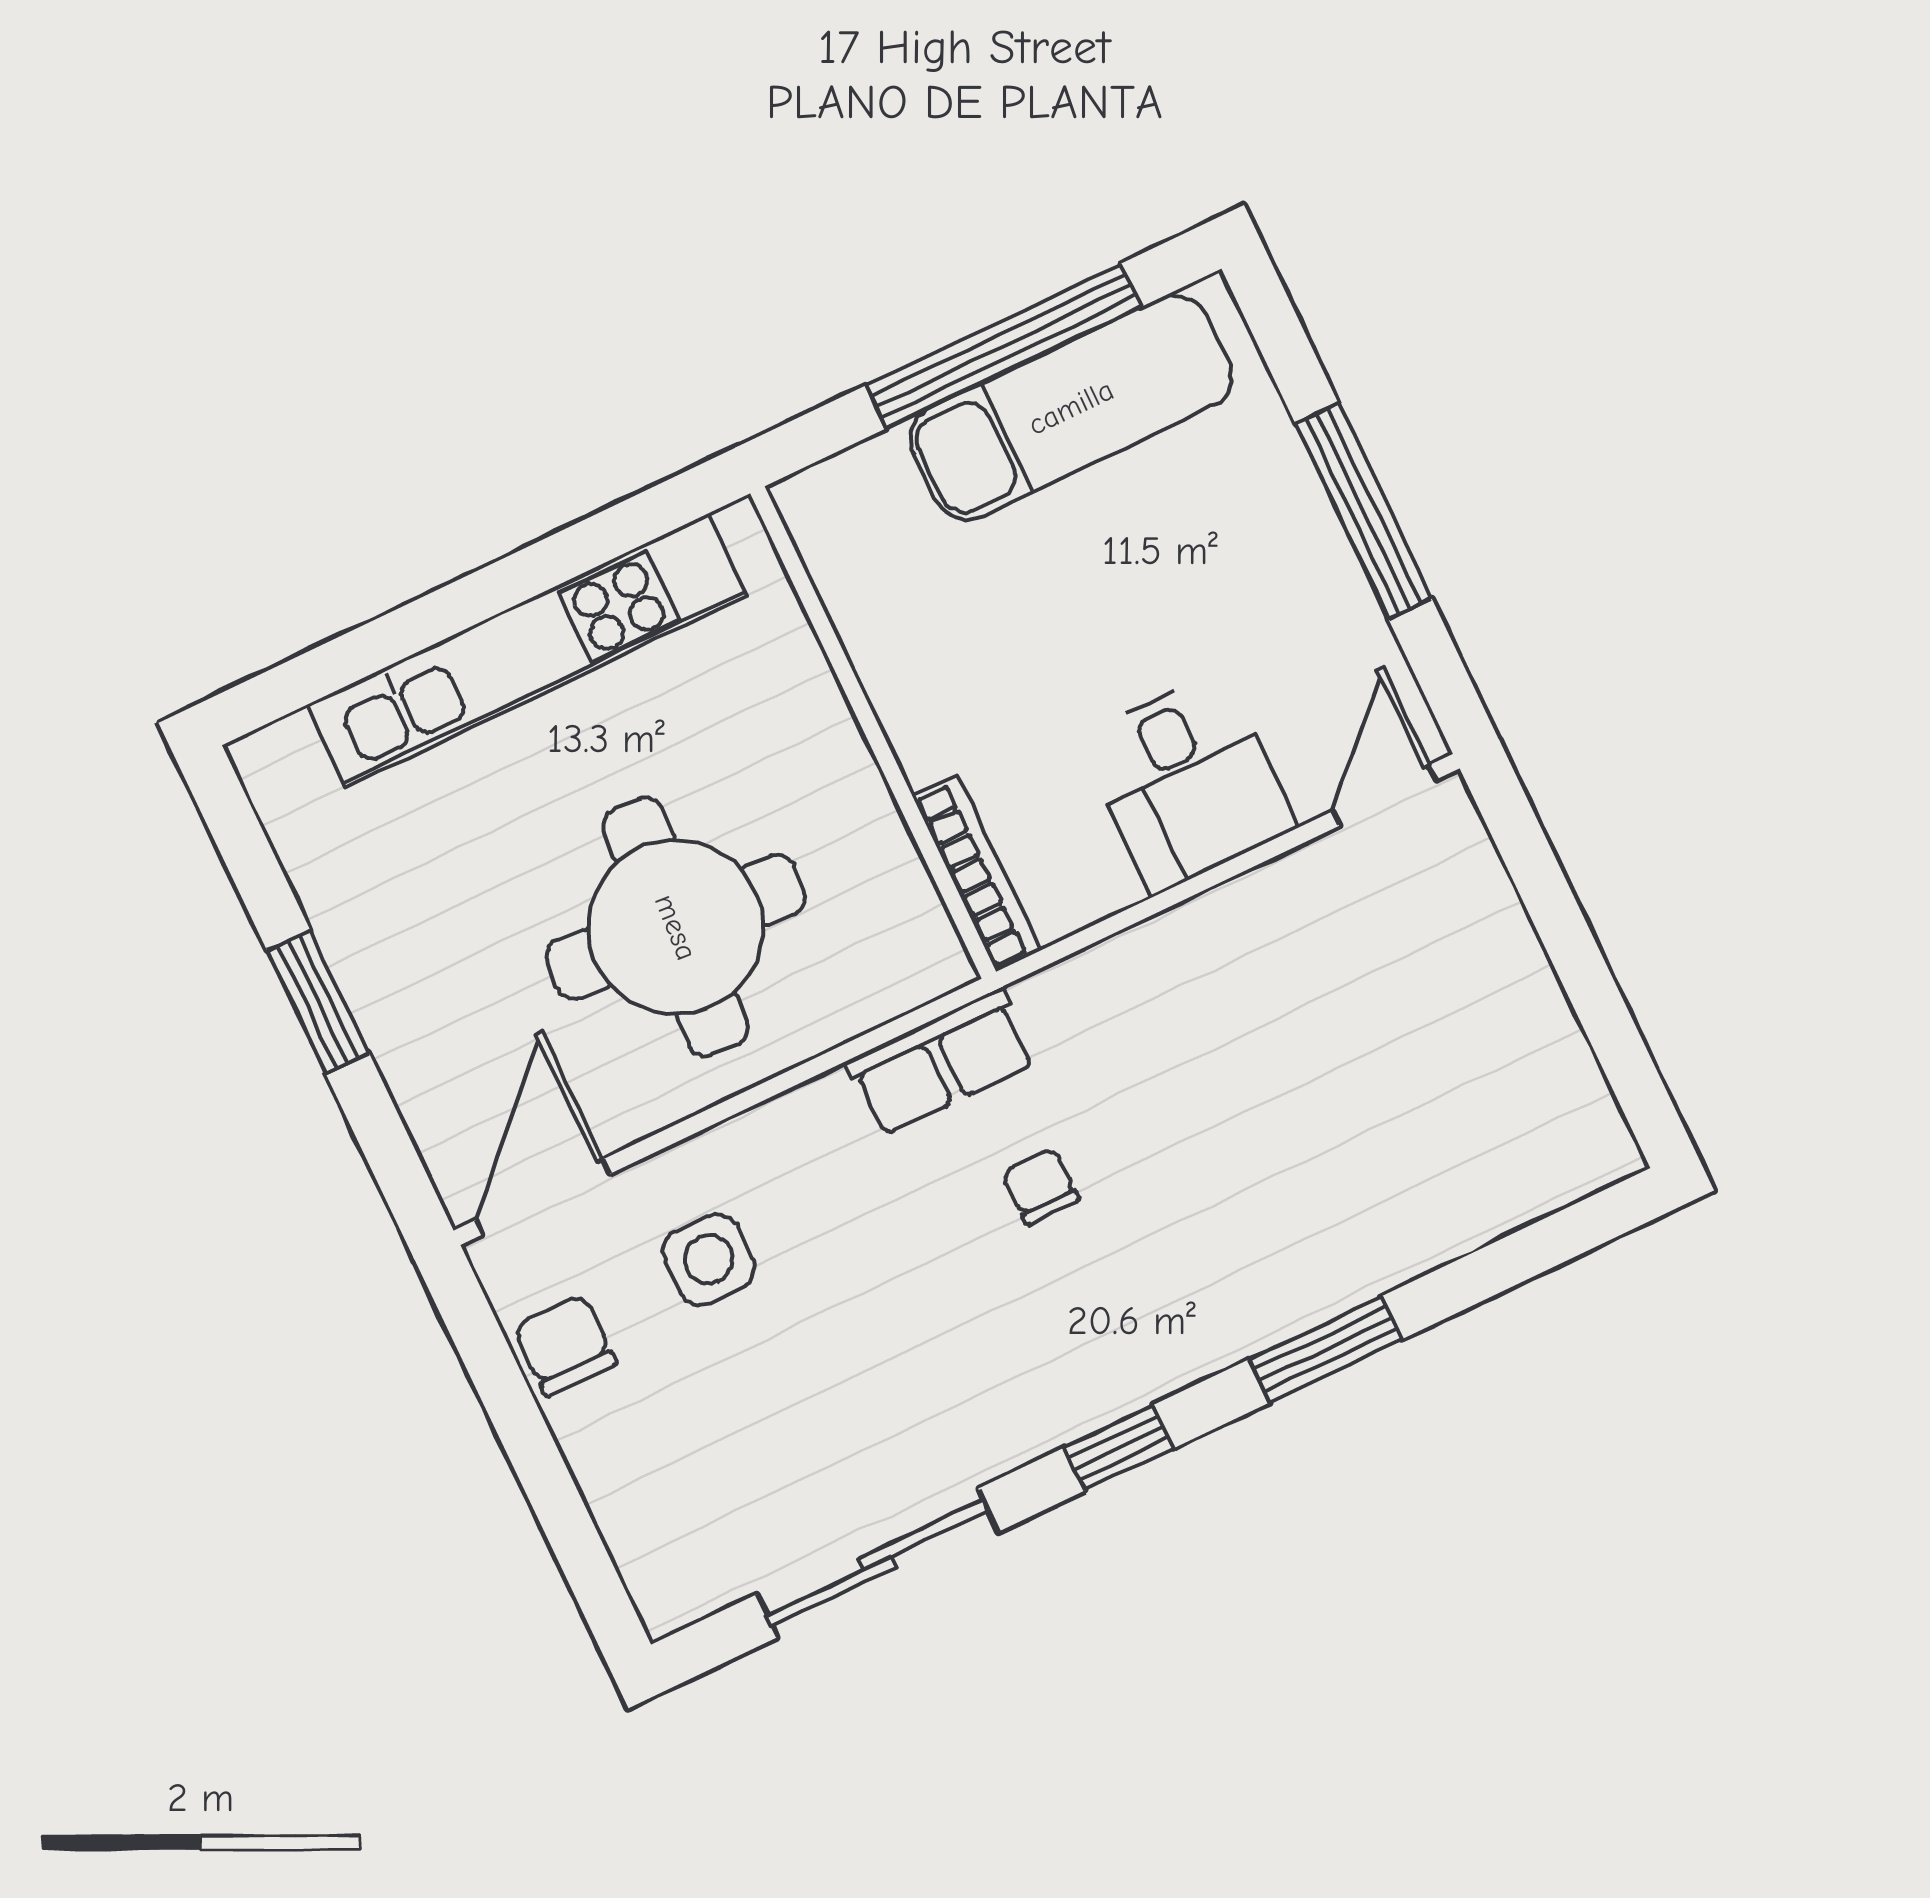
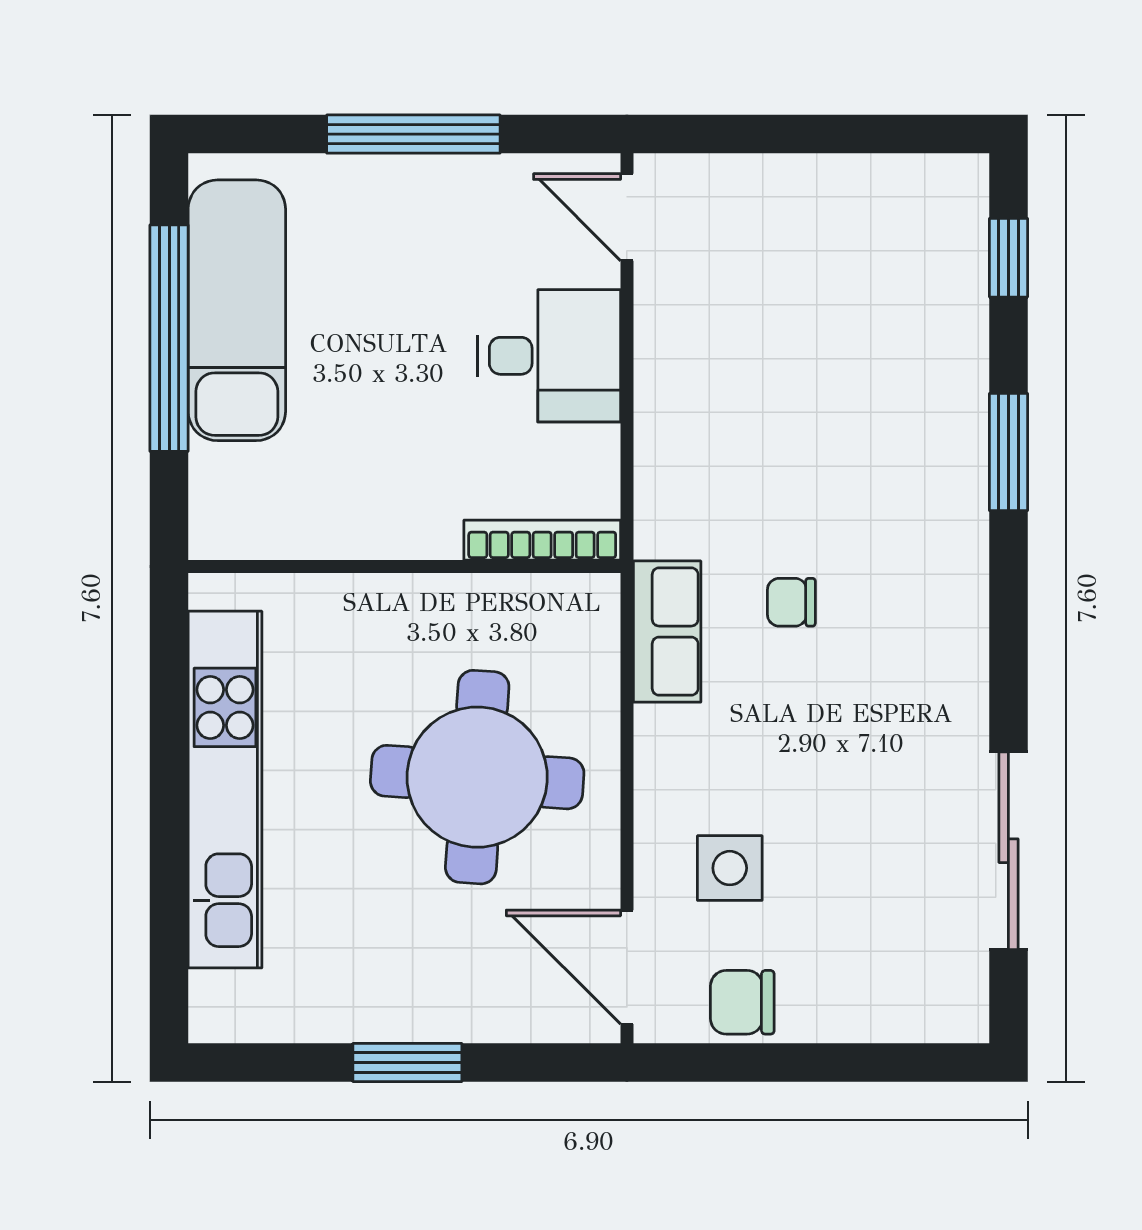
window: (1119, 1448) -> (1008, 258), moved

